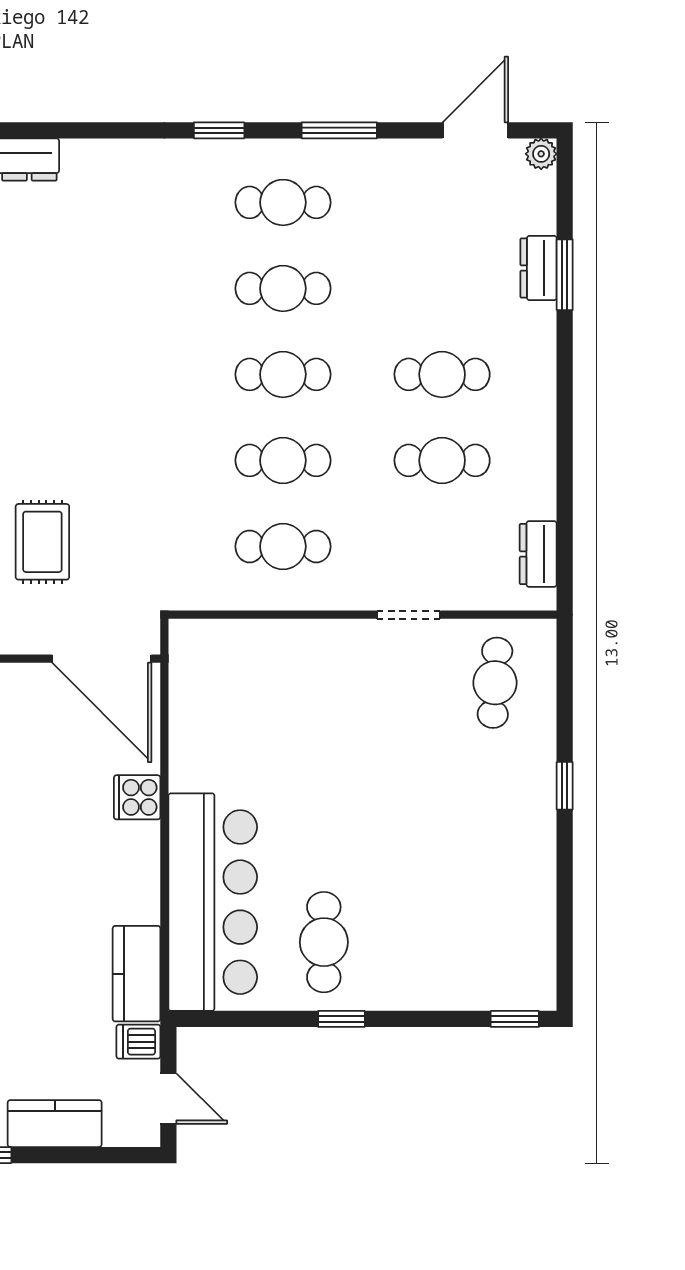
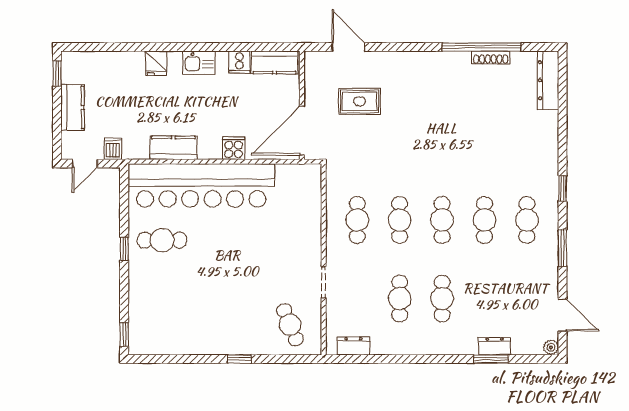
cafe table: (495, 683) -> (290, 325), turned 64
bar counter: (213, 902) -> (201, 185), width x1.36
kitchen counter: (137, 974) -> (173, 148), moved

